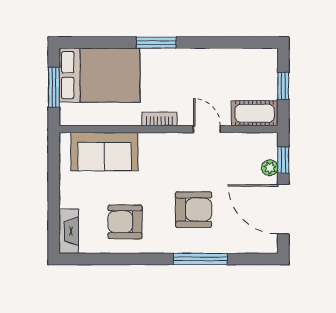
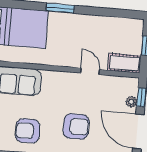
bookcase: (160, 119) -> (58, 61), removed

